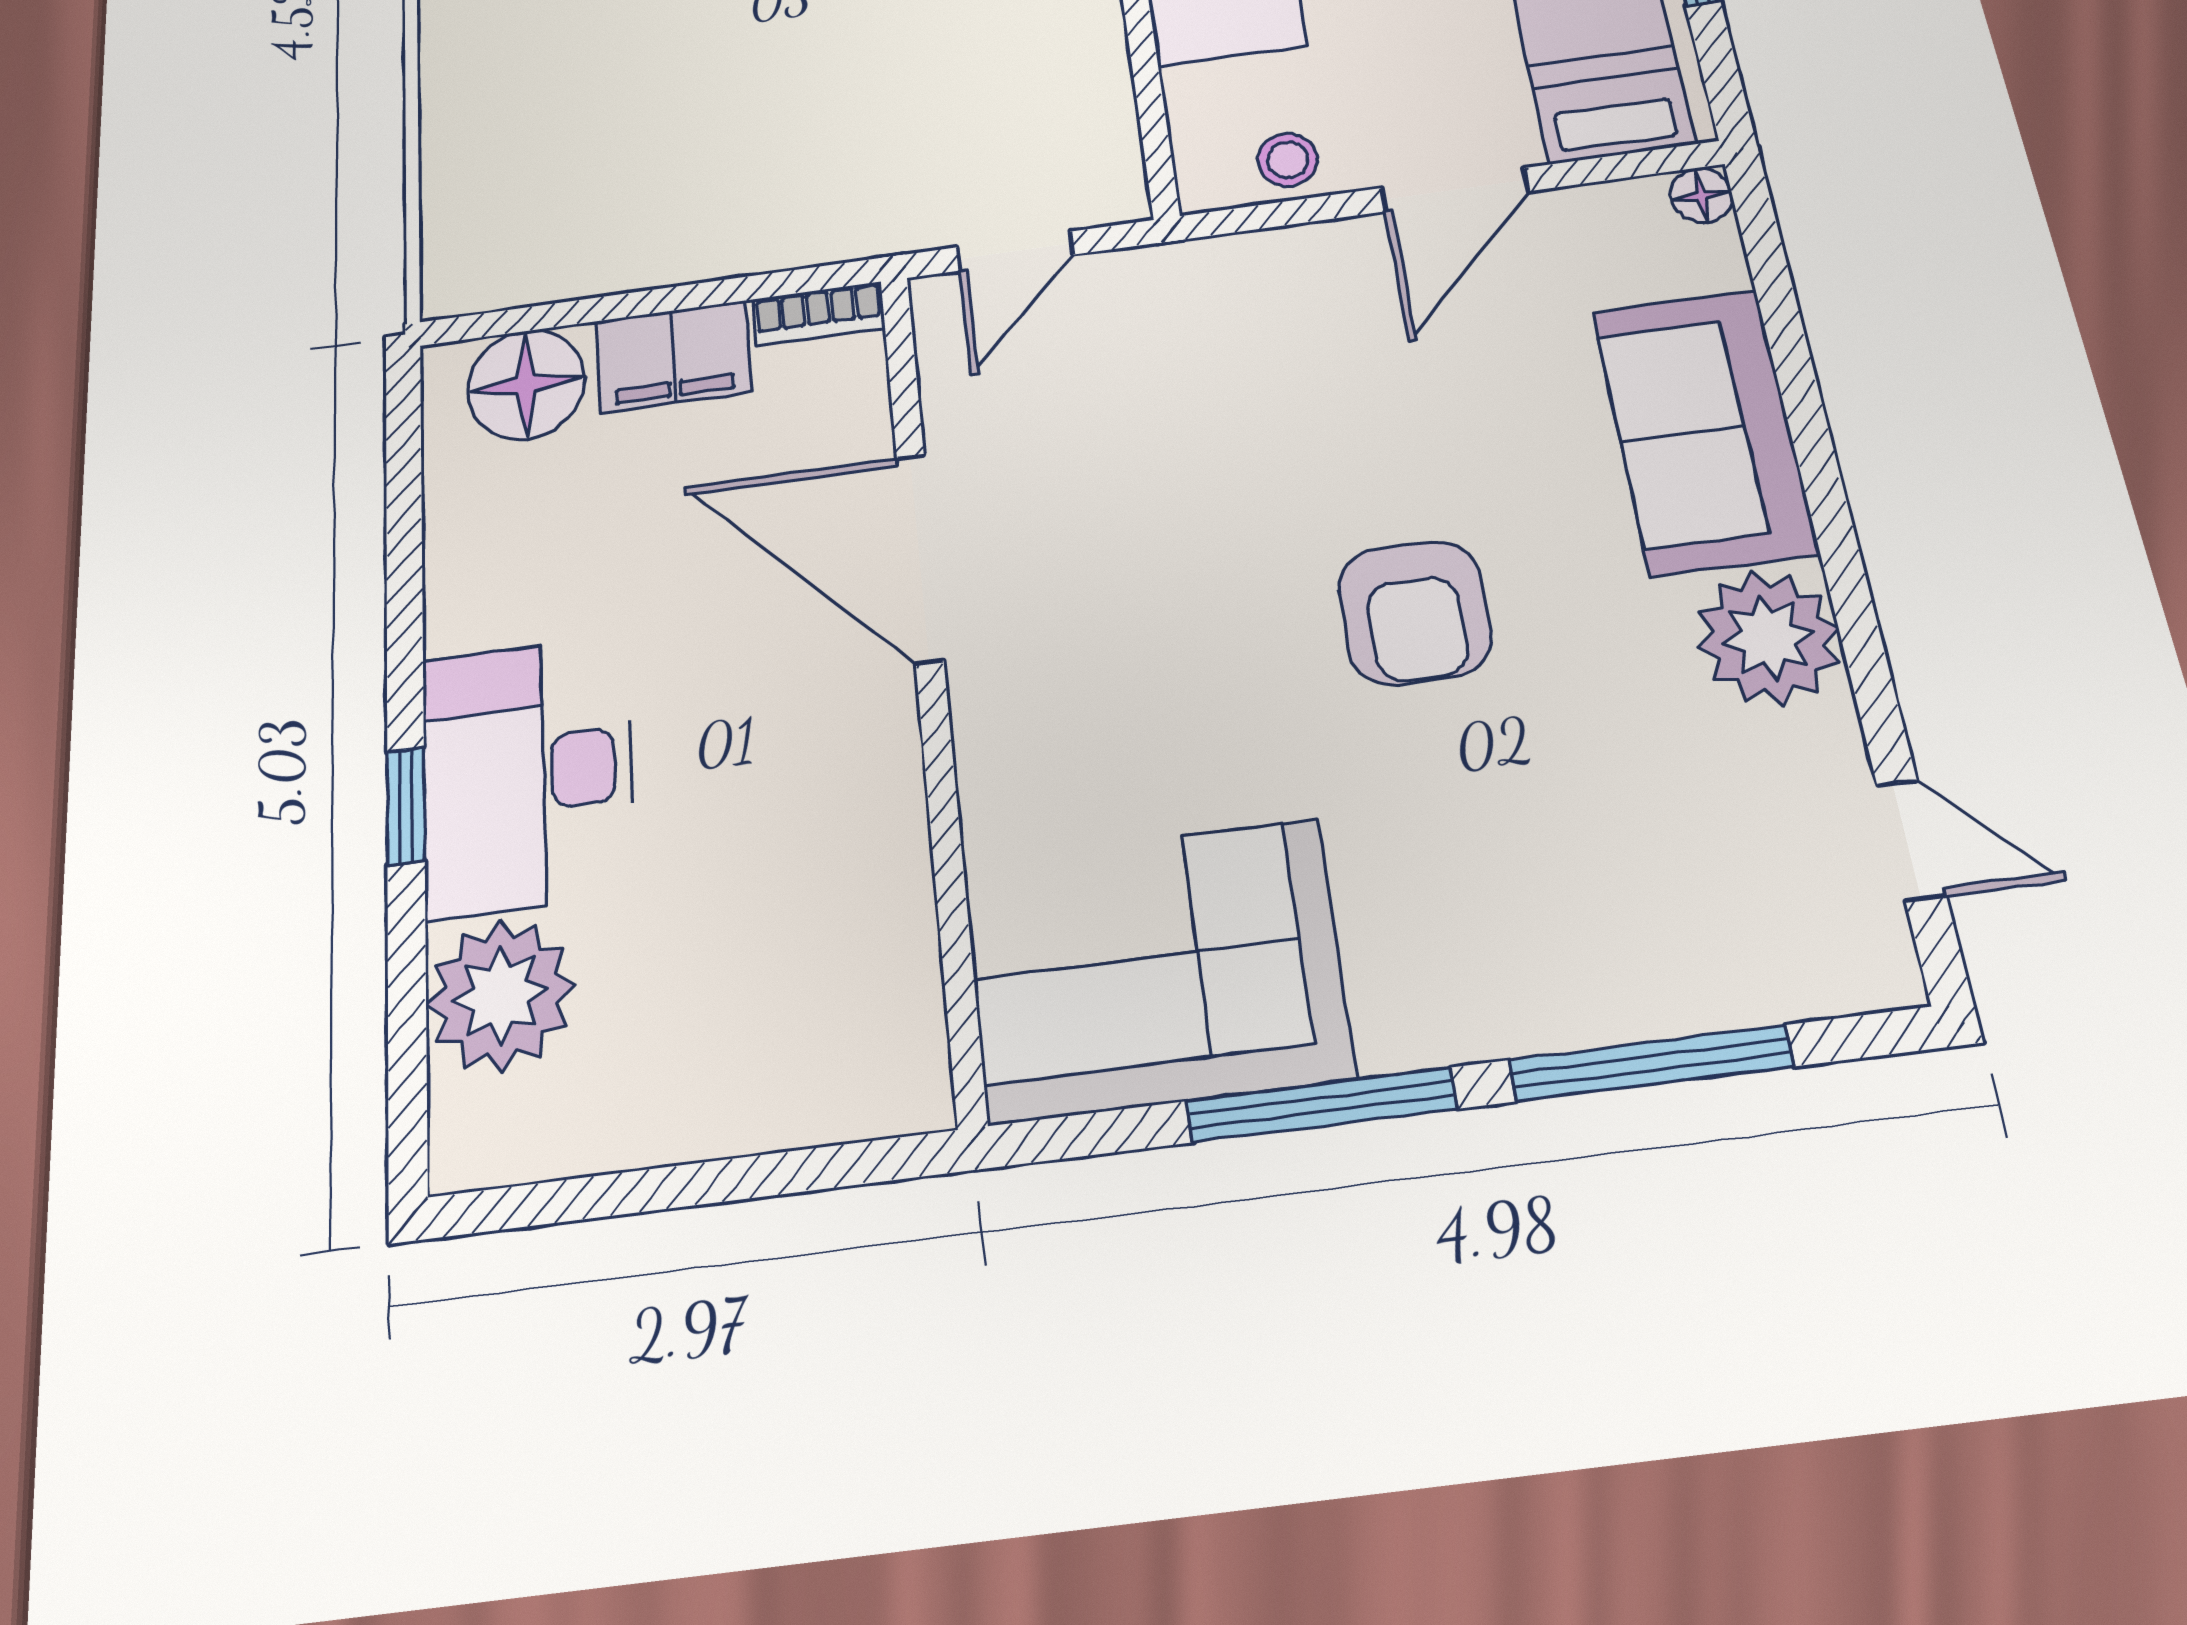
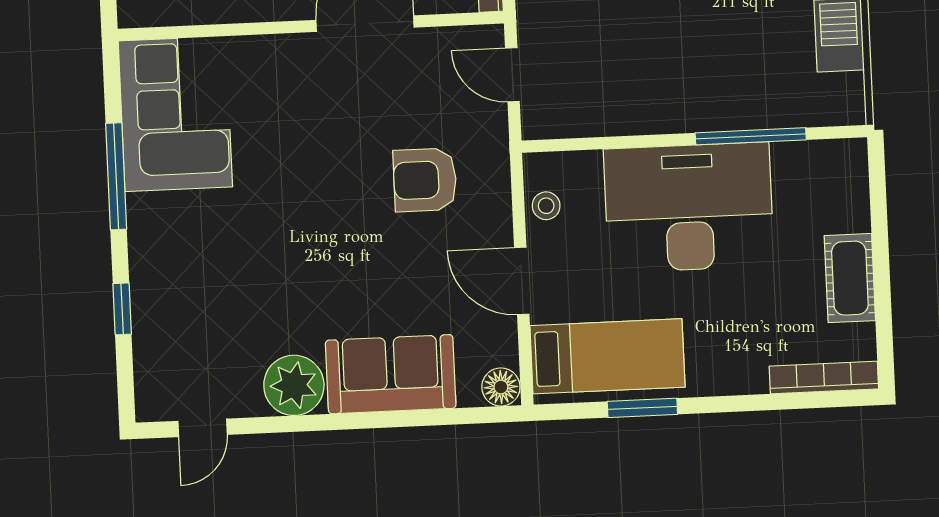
floor lamp: (1701, 195) -> (501, 387), width x1.37, depth x1.37
armchair: (1415, 613) -> (425, 180), moved
window: (1651, 1063) -> (122, 309), width x0.46

